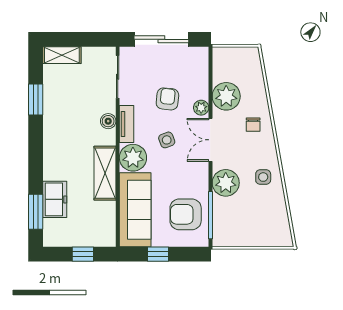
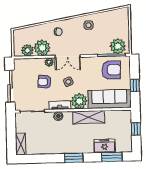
plant: (222, 71) -> (27, 50), added
window: (36, 100) -> (74, 158), moved
plant: (226, 183) -> (118, 46), moved
armchair: (186, 214) -> (111, 70), turned -90

